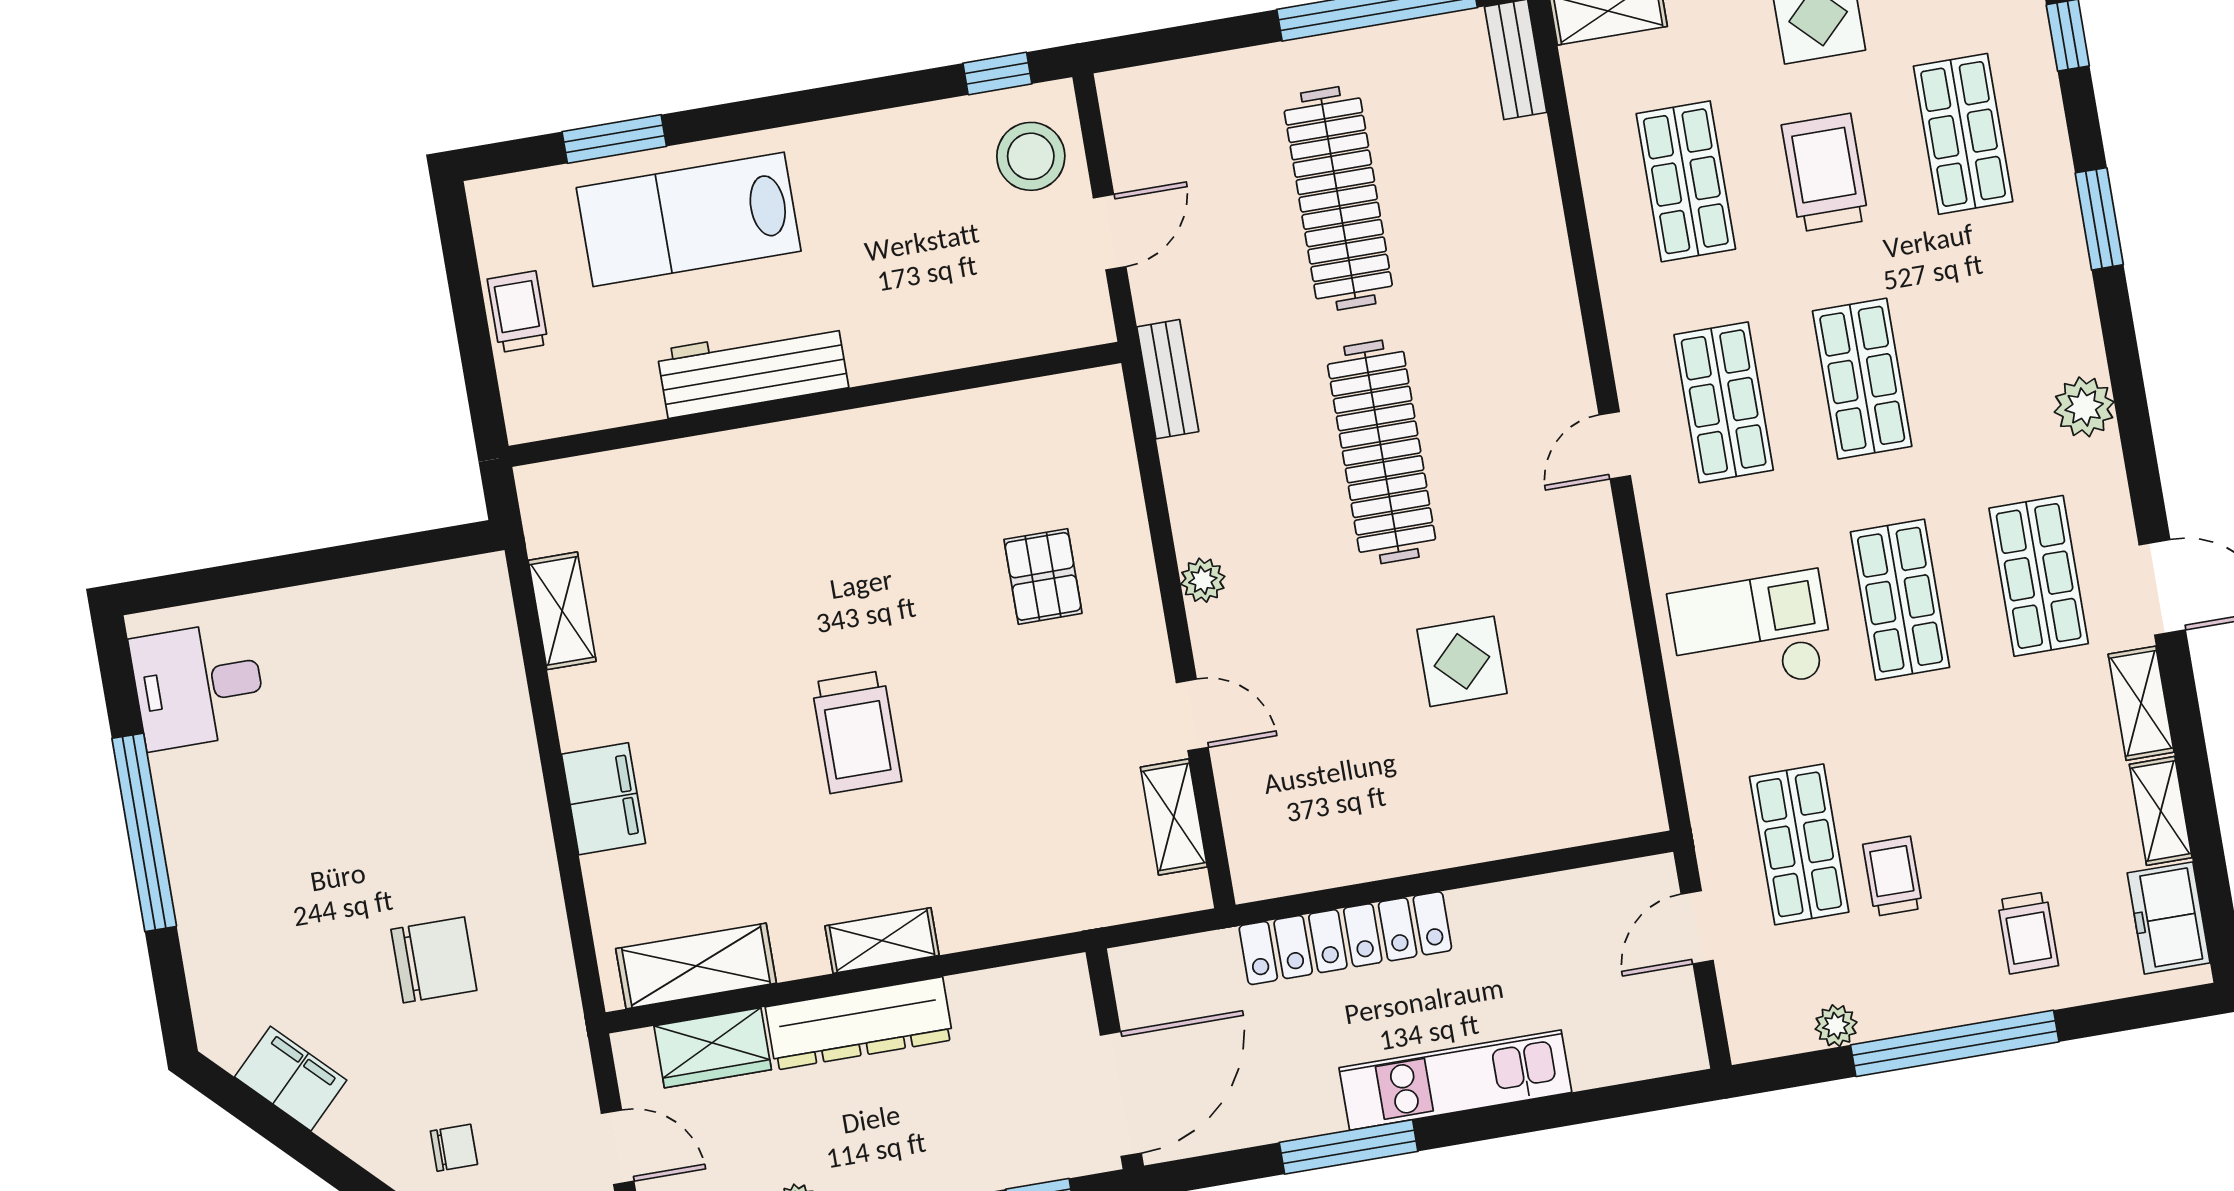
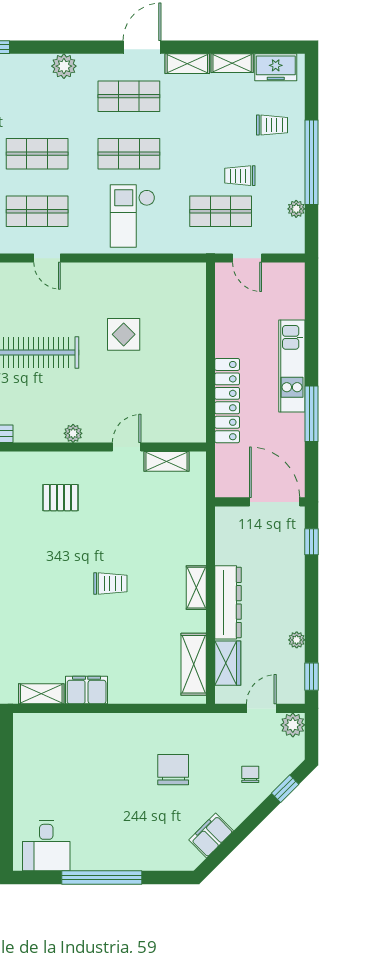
trolley: (856, 732) -> (110, 583), width x0.73, depth x0.72
filing cabinet: (603, 799) -> (87, 690), moved

